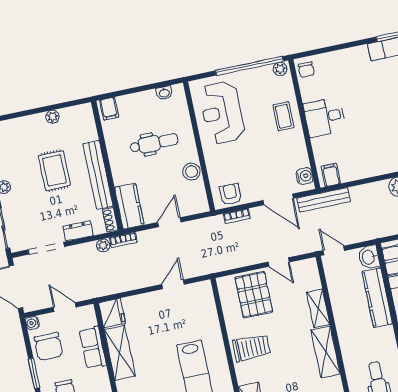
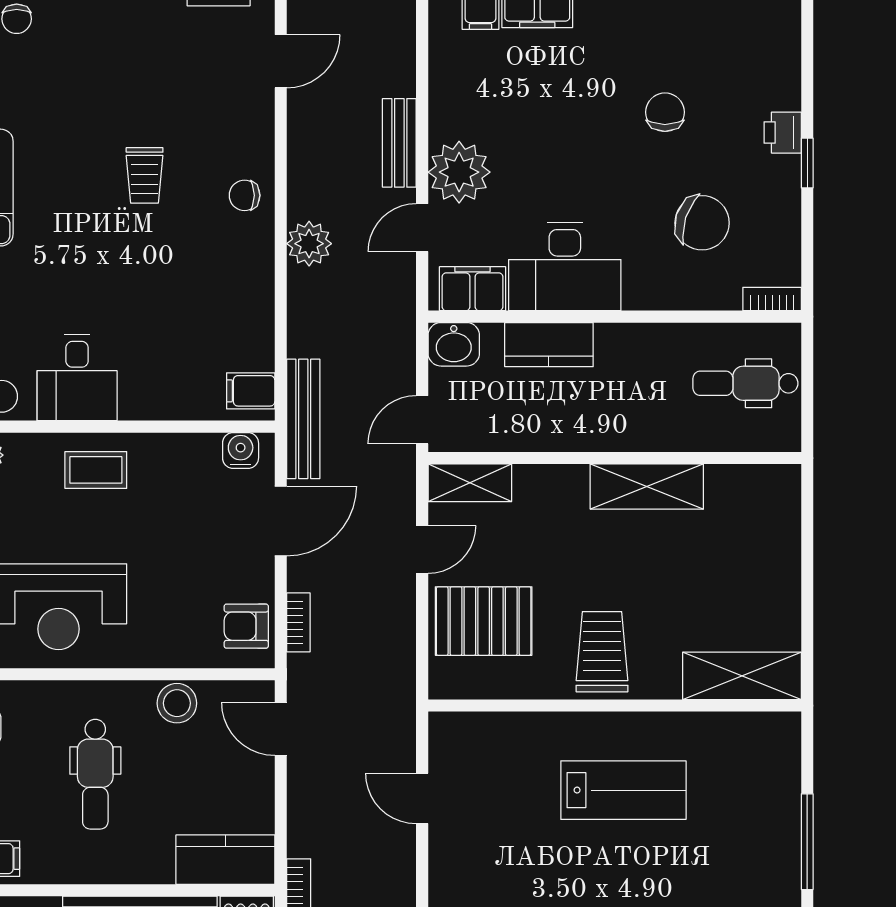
desk: (325, 117) -> (77, 378), moved
dental chair: (154, 143) -> (95, 774), turned 180
door: (169, 222) -> (281, 729), moved
kitchen counter: (377, 298) -> (549, 345), width x0.67
shelving: (318, 308) -> (470, 483), moved

